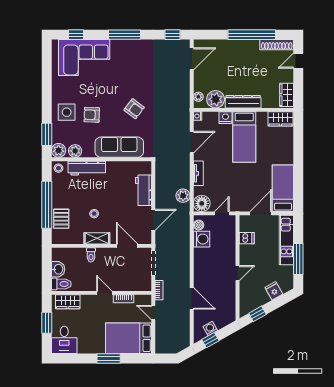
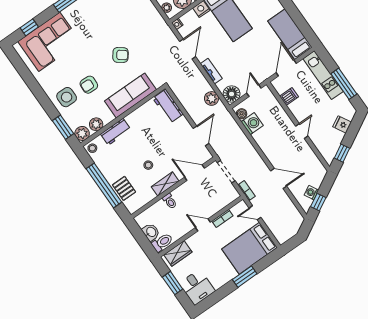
workbench: (87, 168) -> (116, 132), width x0.73
workbench: (144, 190) -> (168, 106), moved

